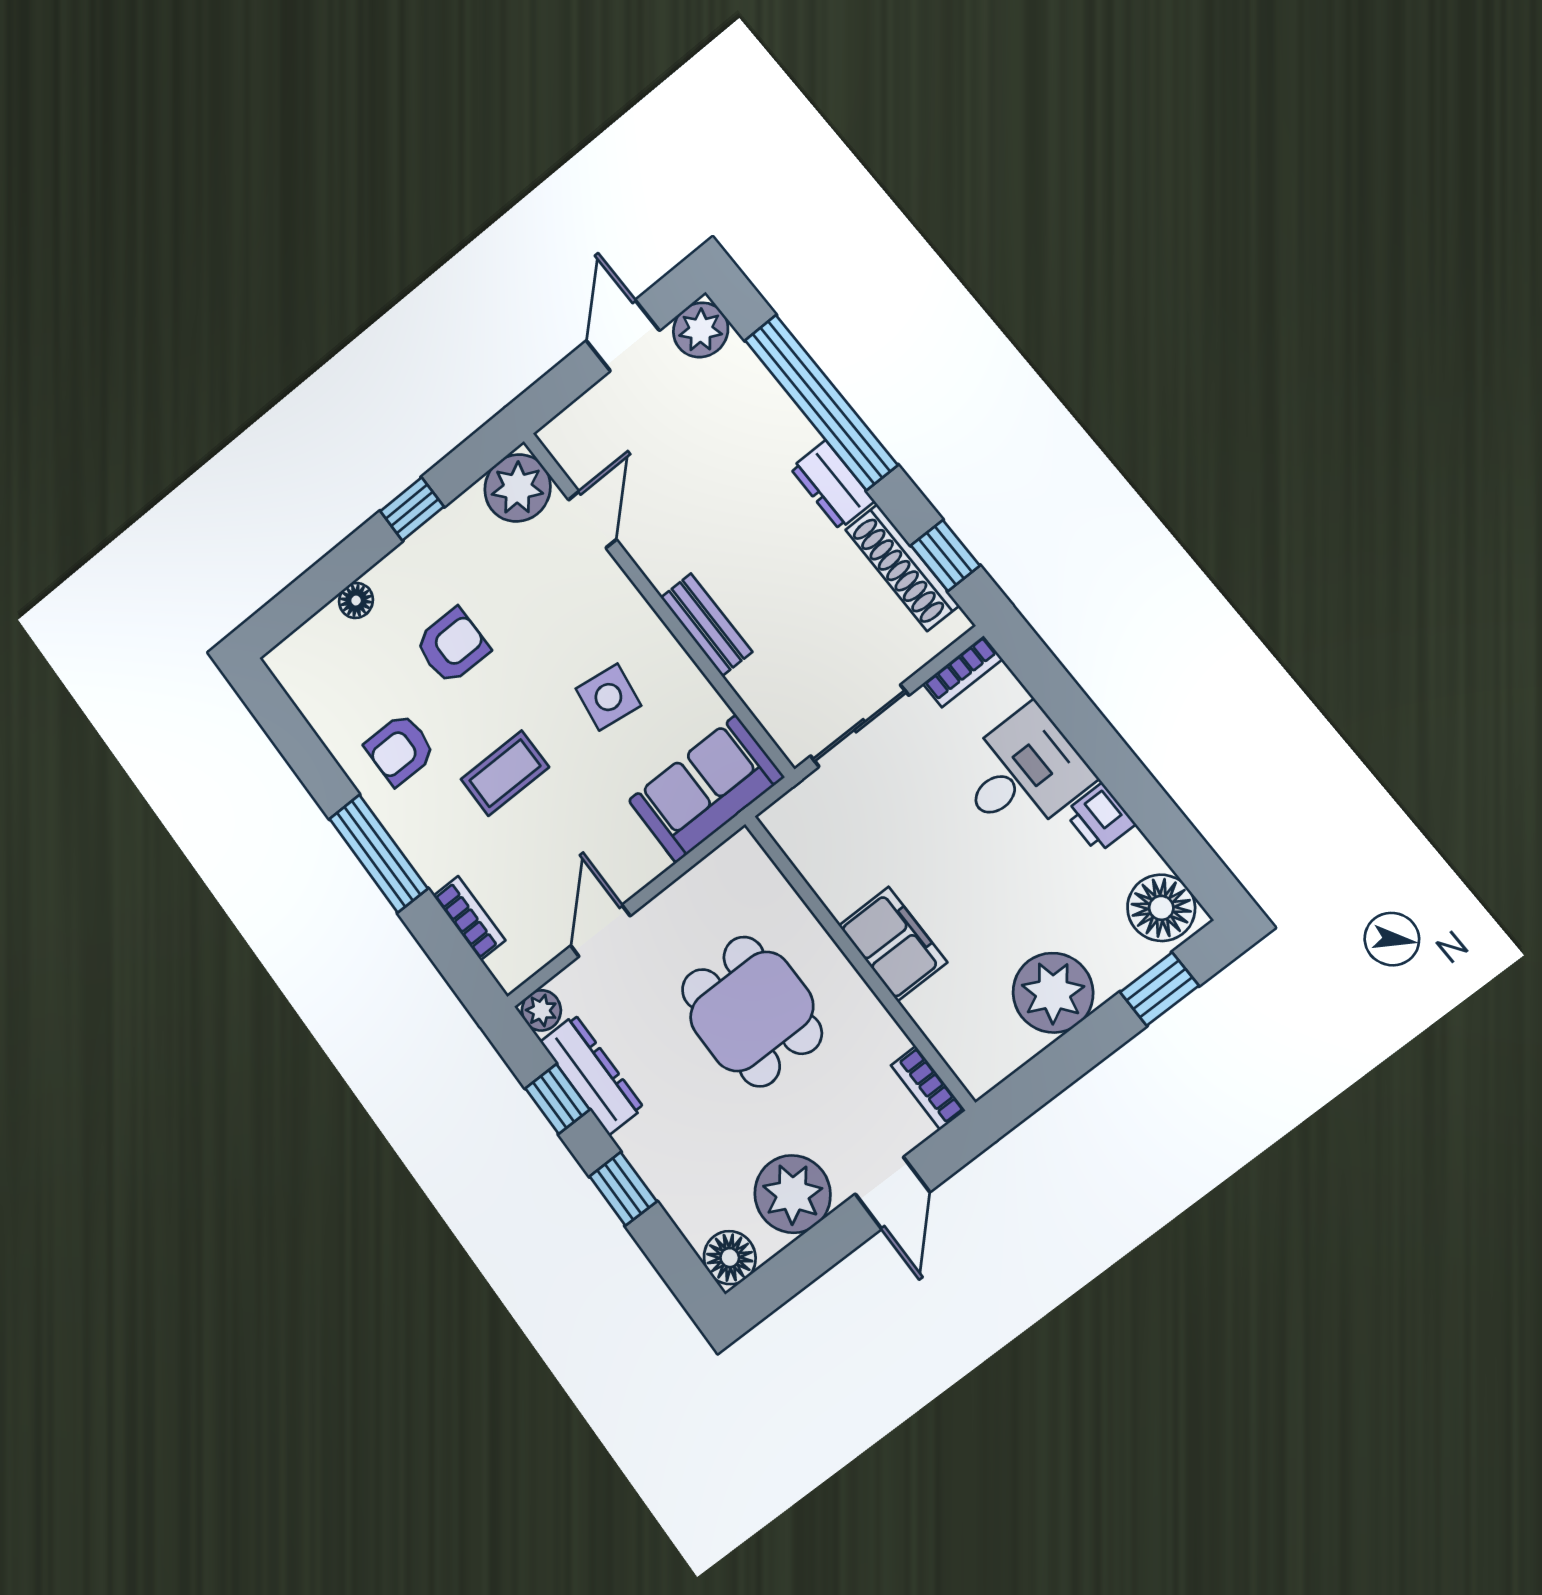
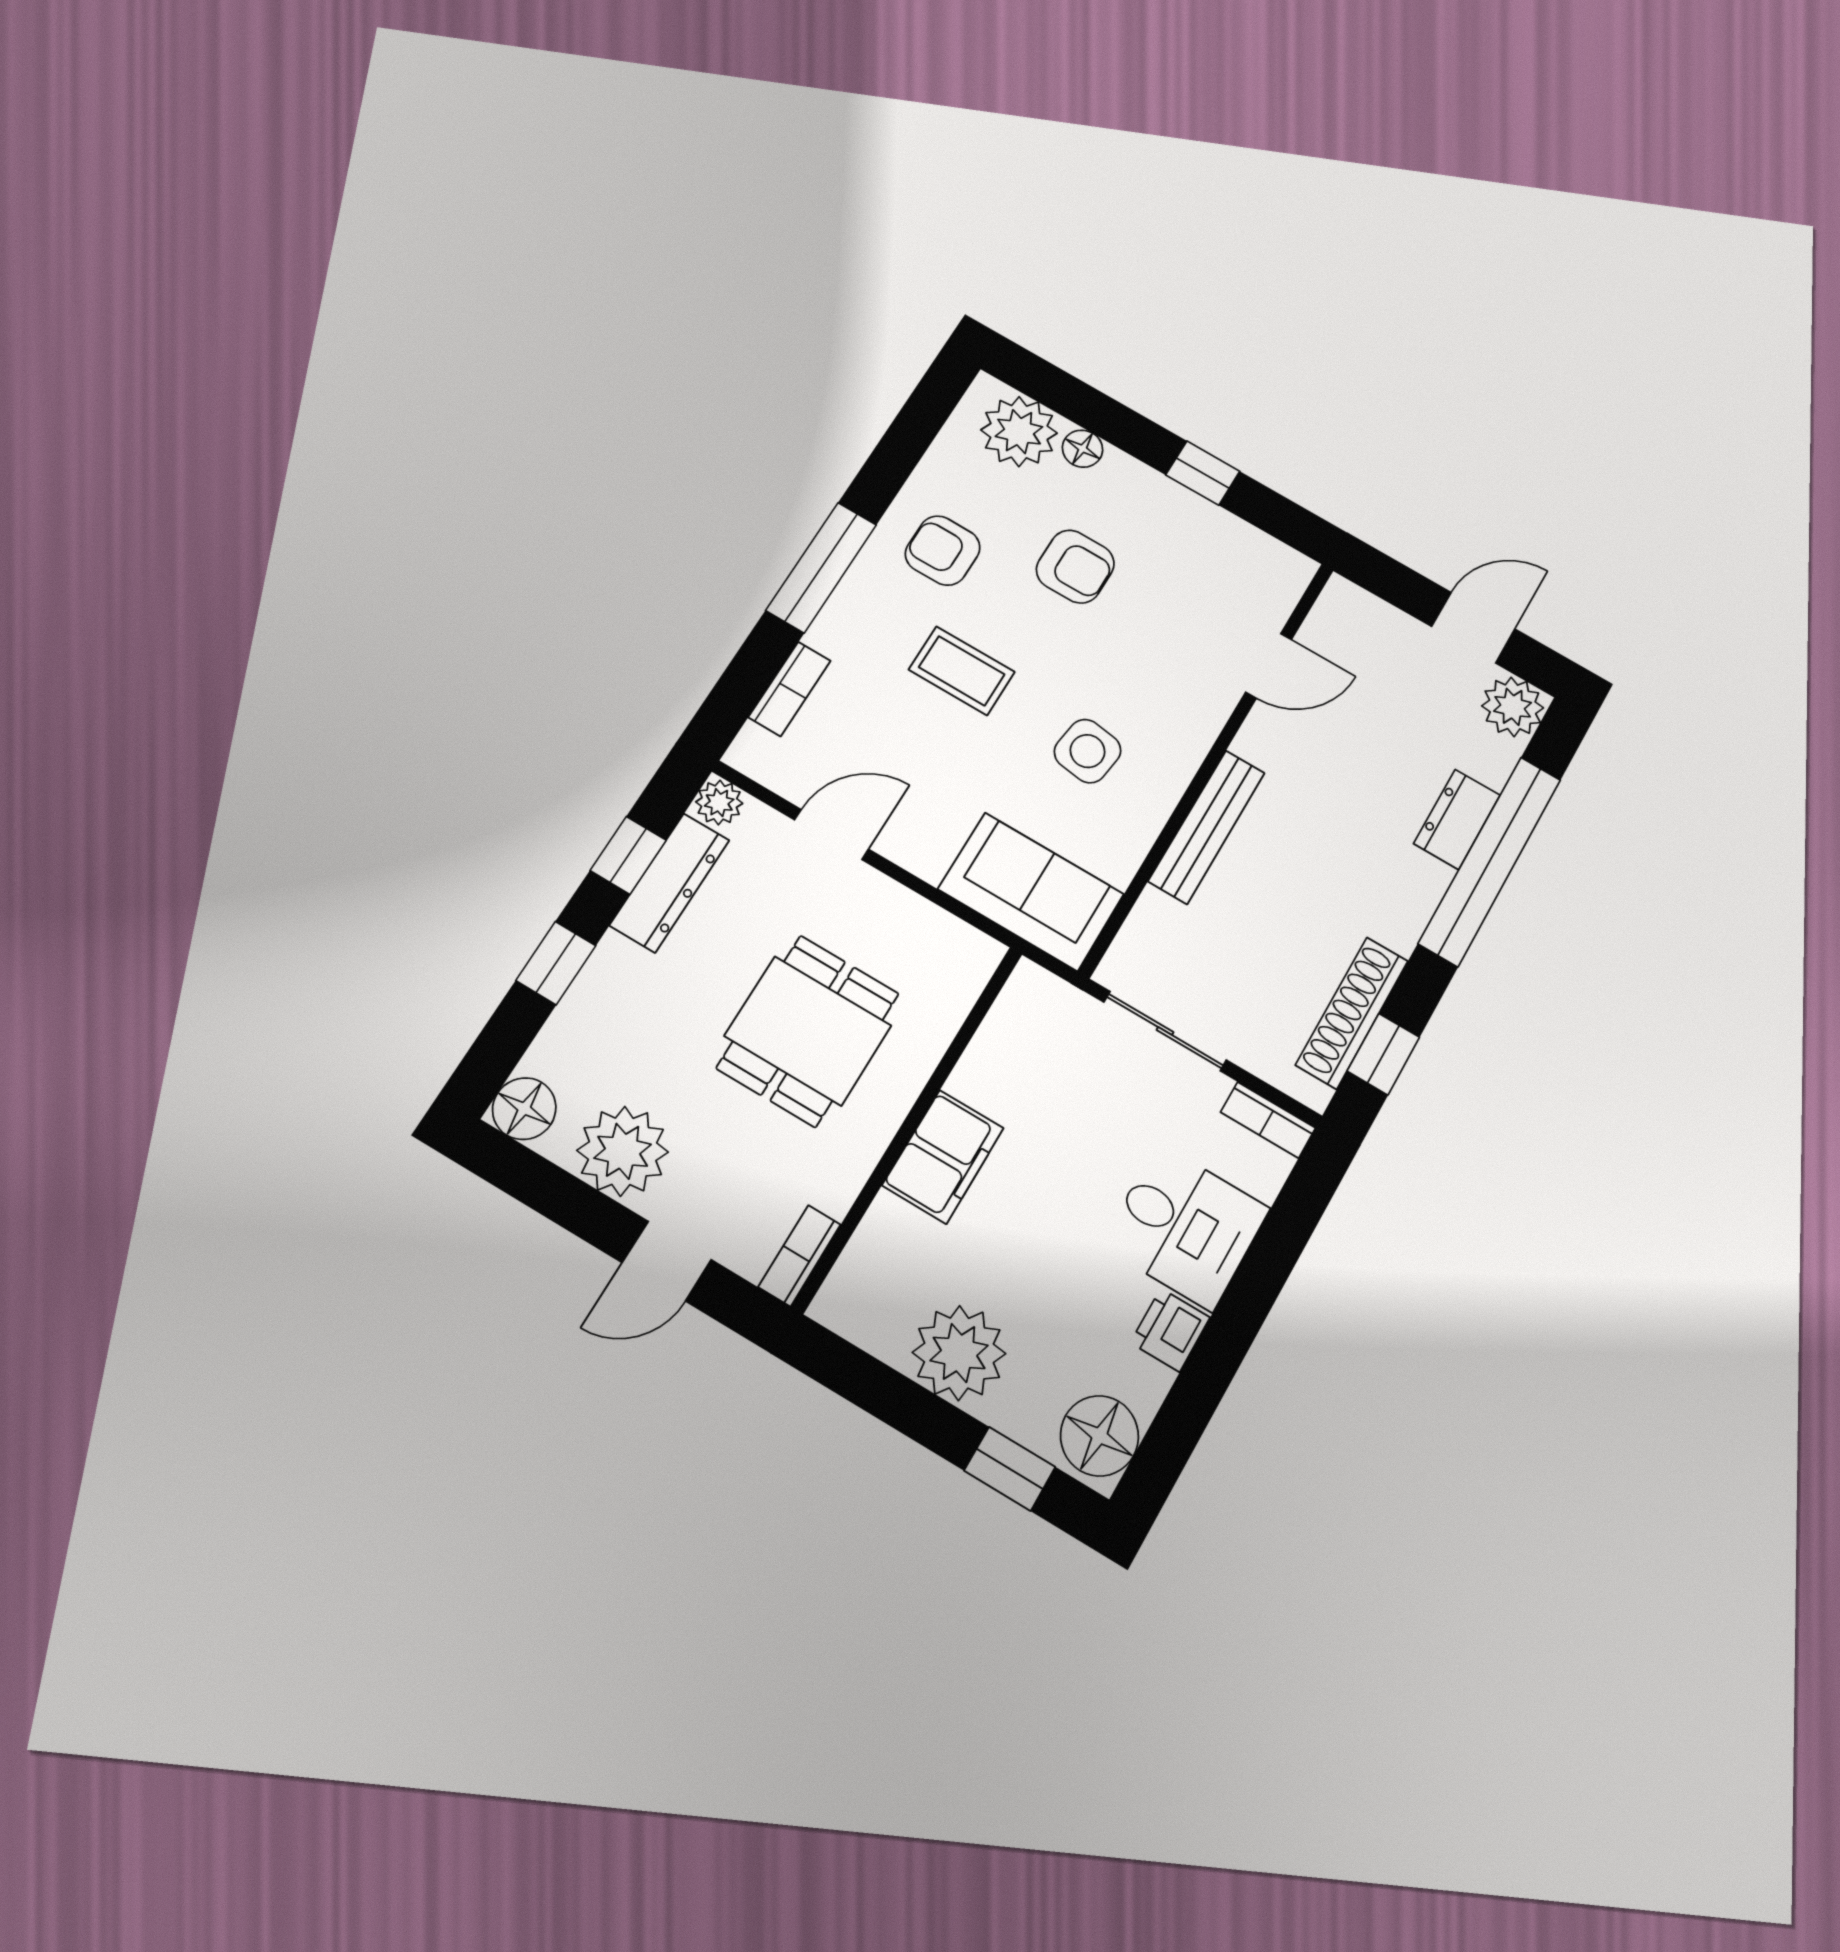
dresser: (832, 485) -> (1457, 819), moved
plant: (518, 488) -> (1019, 432), moved
bench: (706, 625) -> (1207, 827), width x1.36

